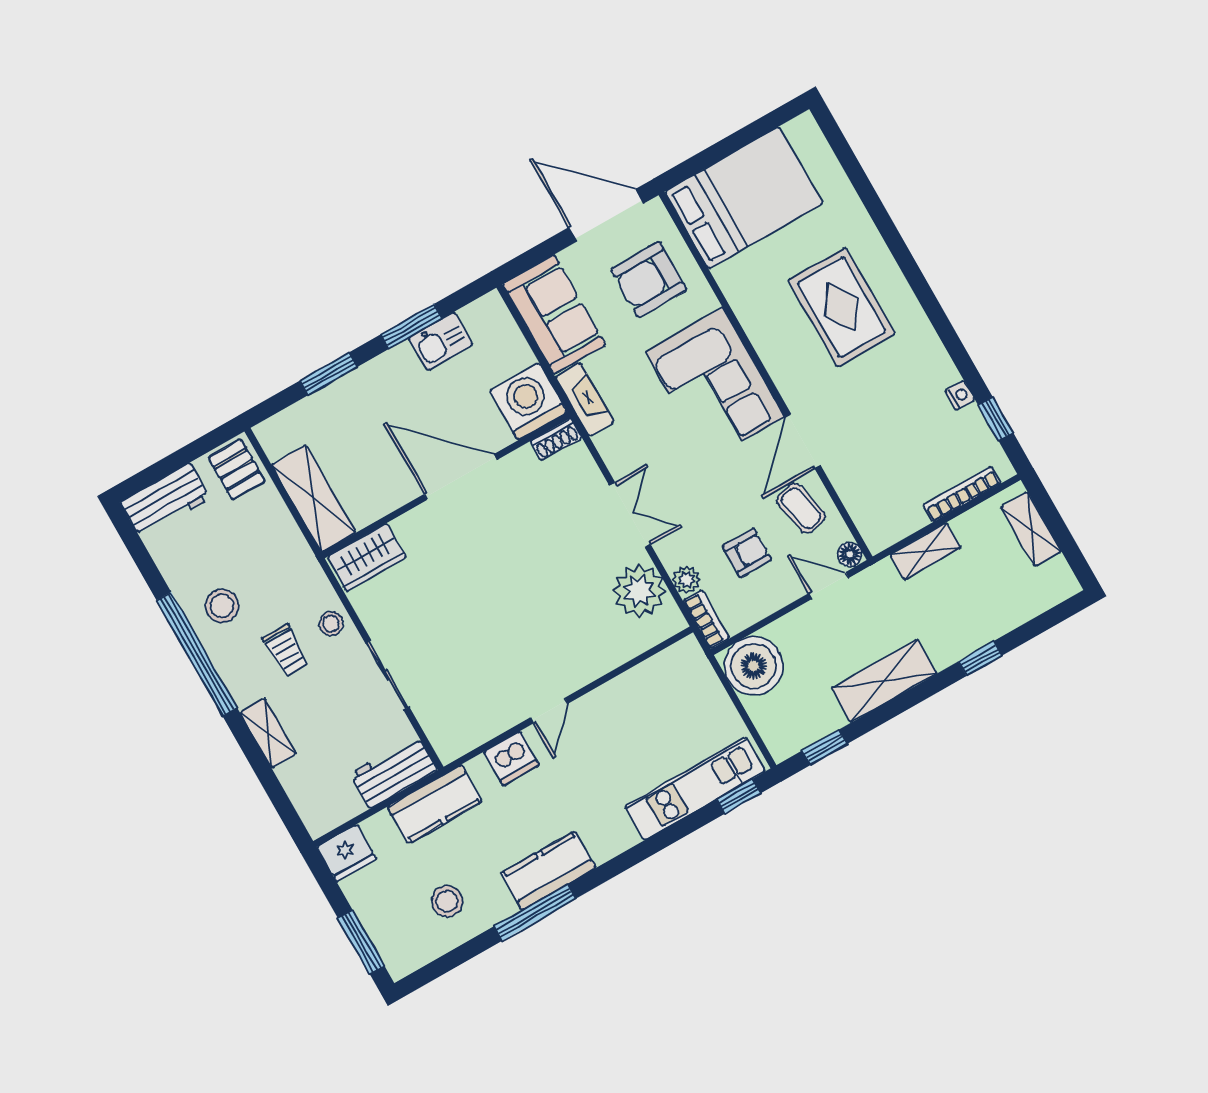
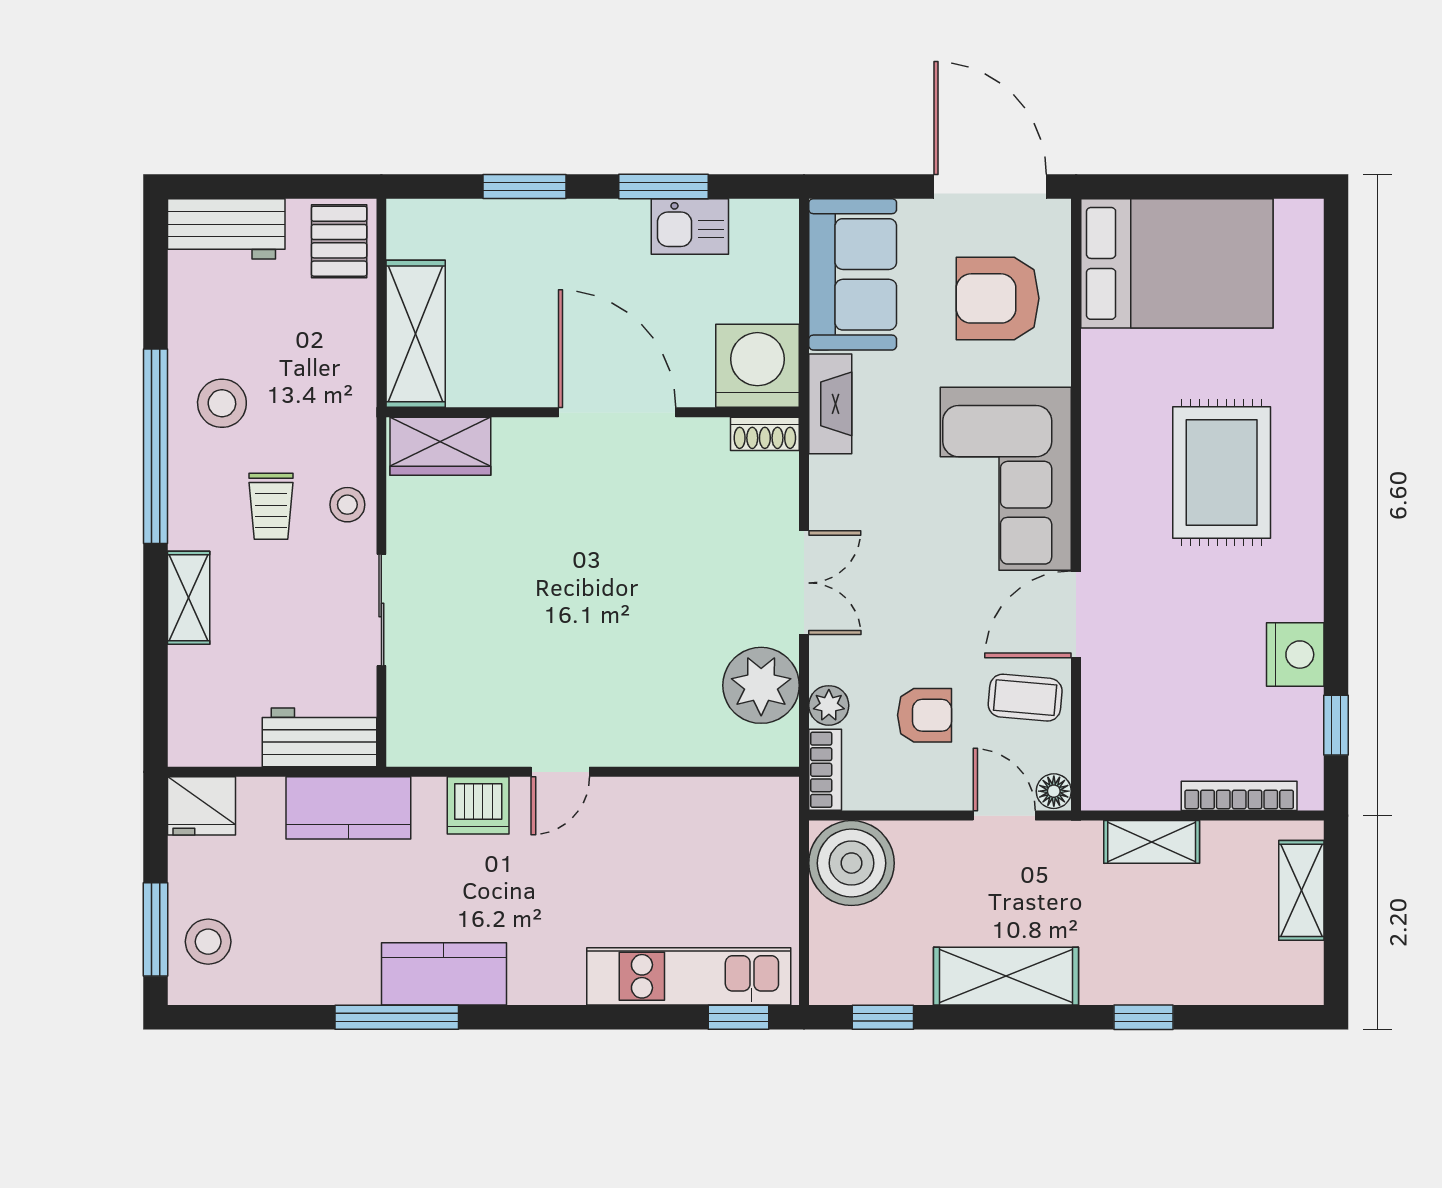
nightstand: (960, 395) -> (1295, 655), width x1.89, depth x1.79
coffee table: (801, 508) -> (1025, 698), turned -72
stool: (447, 901) -> (208, 942), moved

